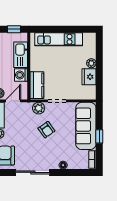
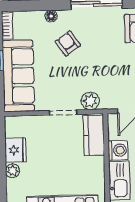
armchair: (46, 130) -> (68, 43), moved

